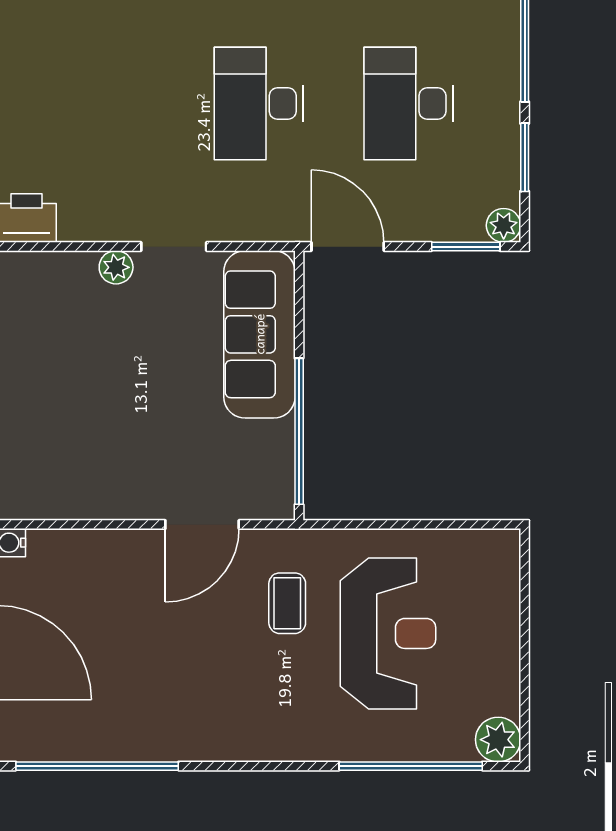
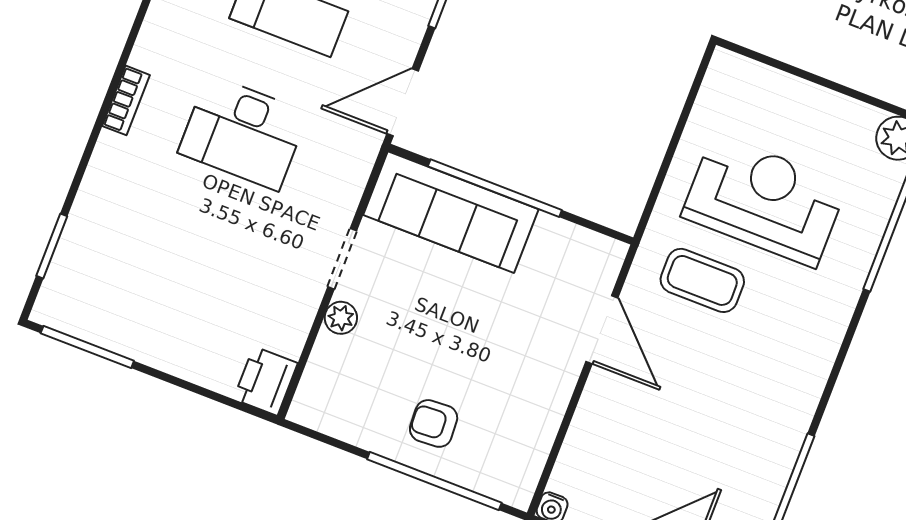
armchair: (48, 397) -> (434, 423), added
window: (299, 431) -> (495, 188), moved
coffee table: (287, 603) -> (702, 280), width x1.36, depth x1.30

